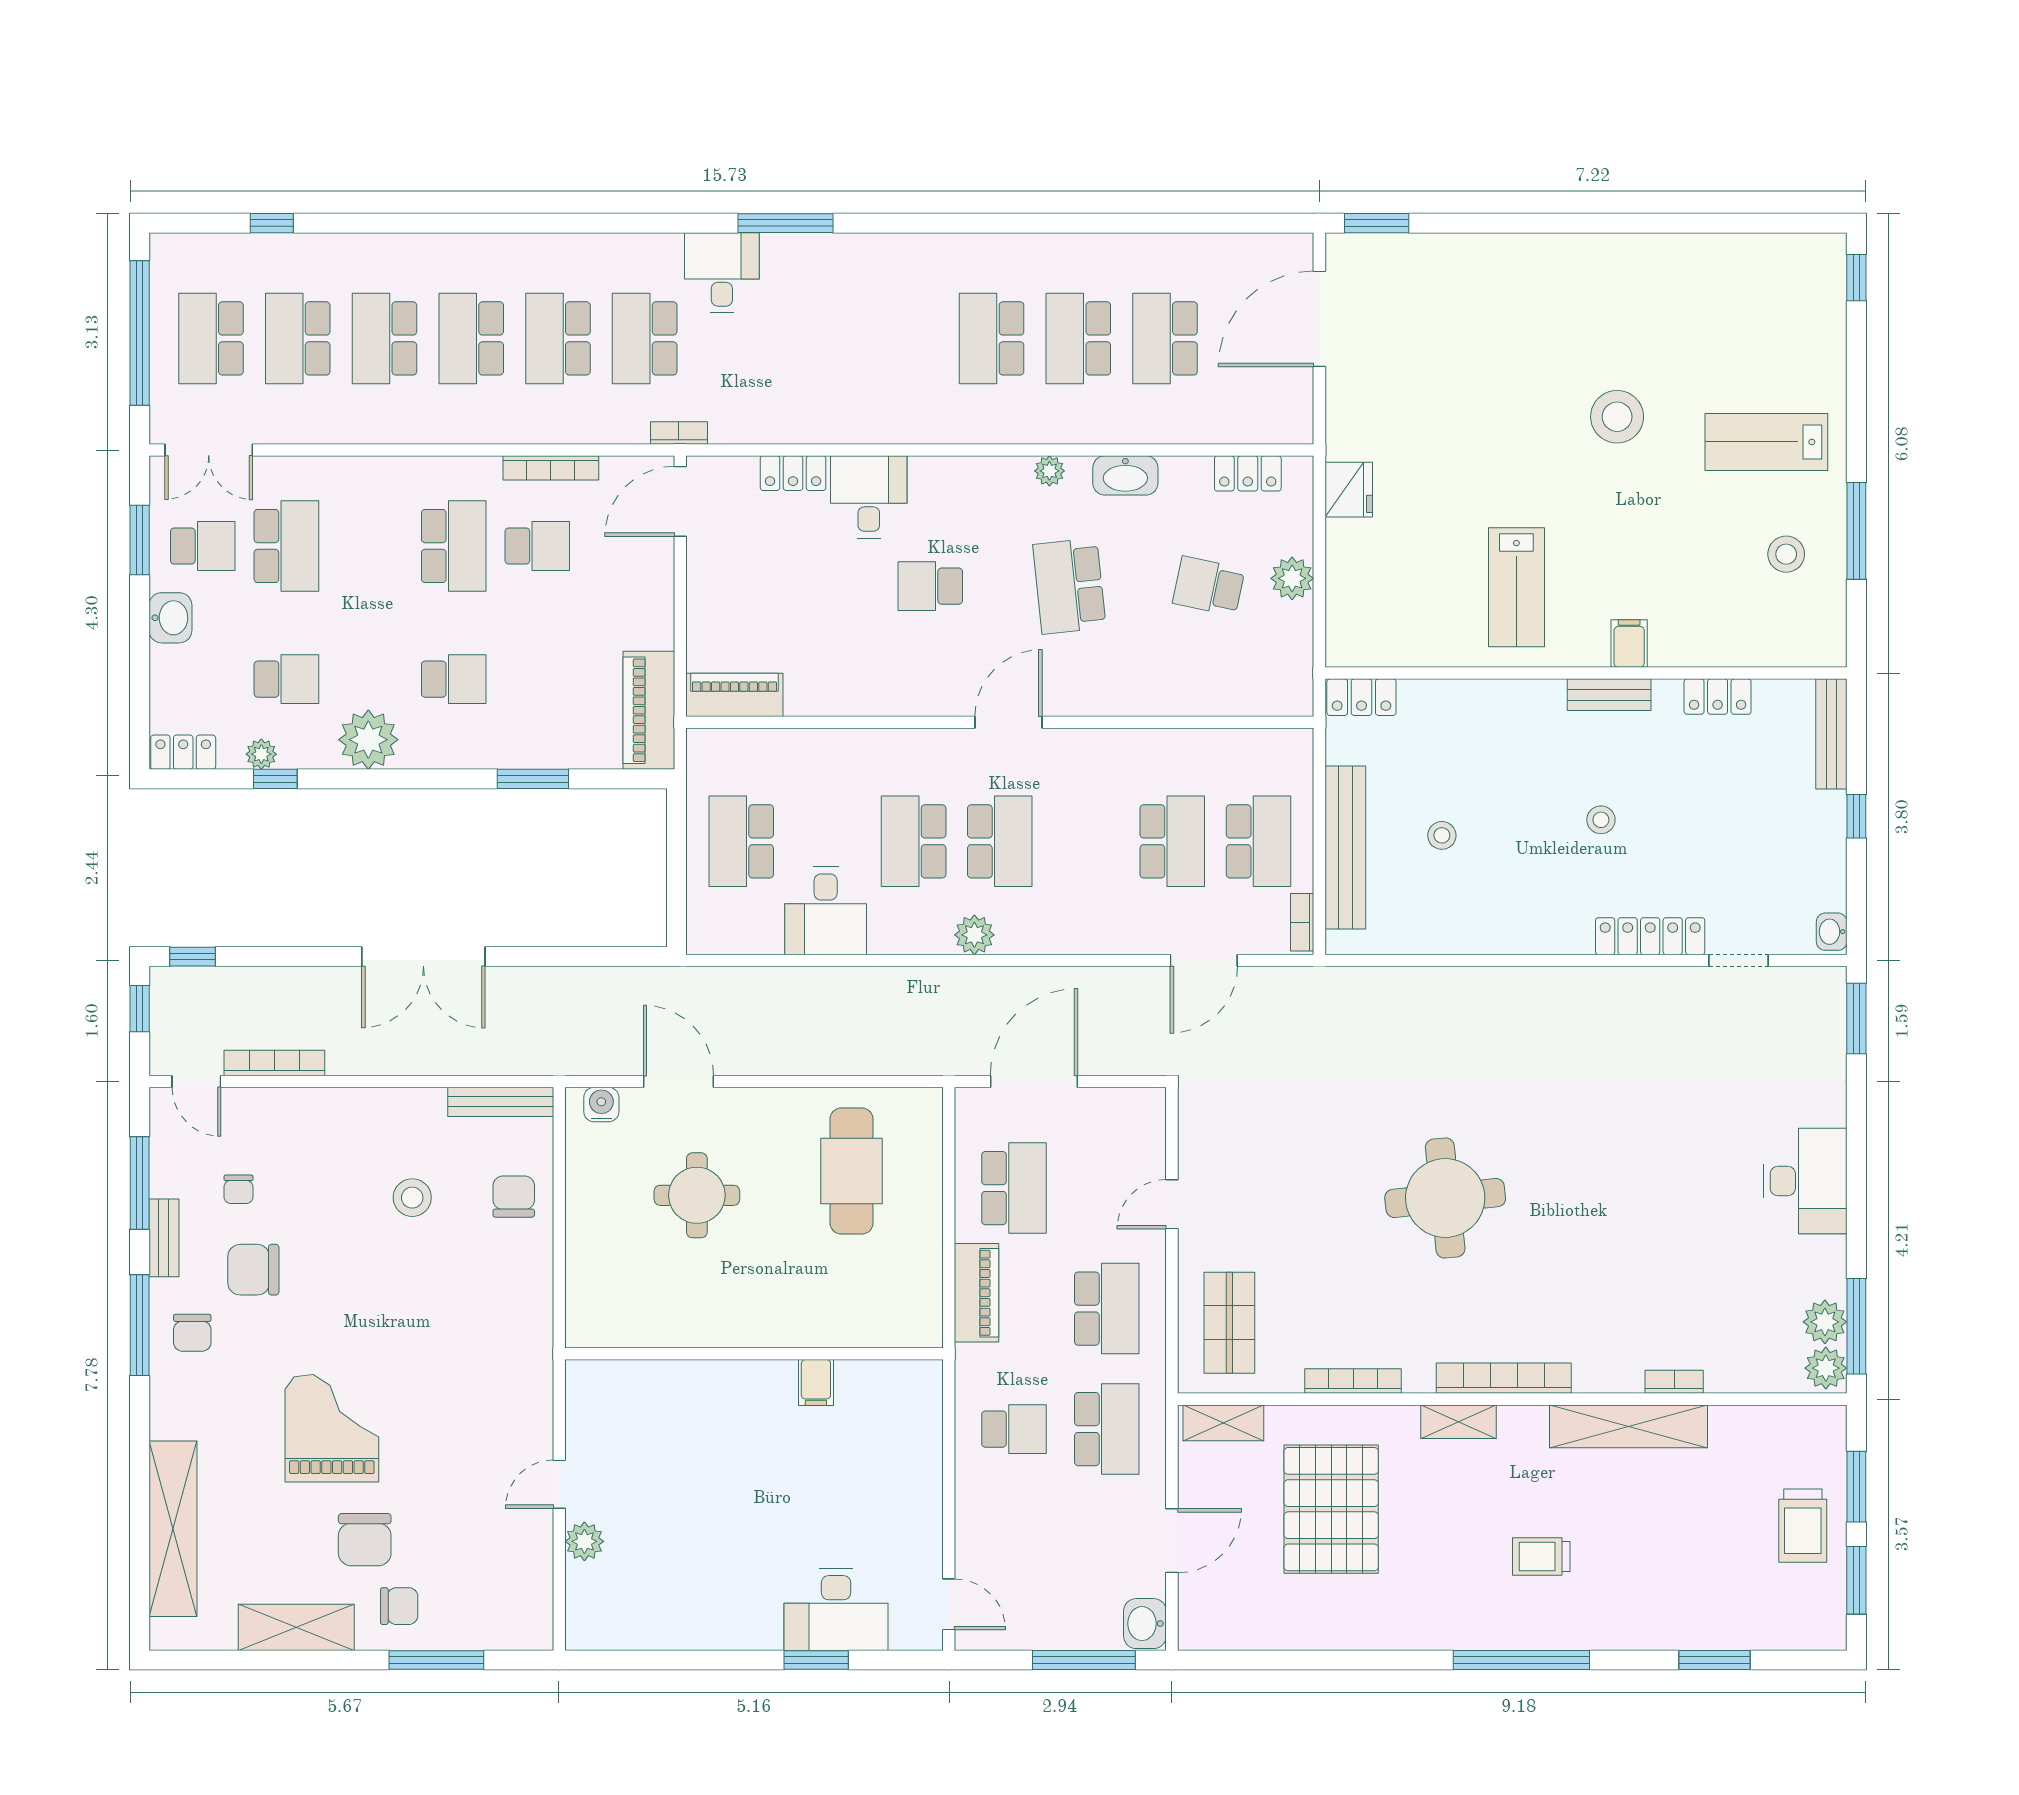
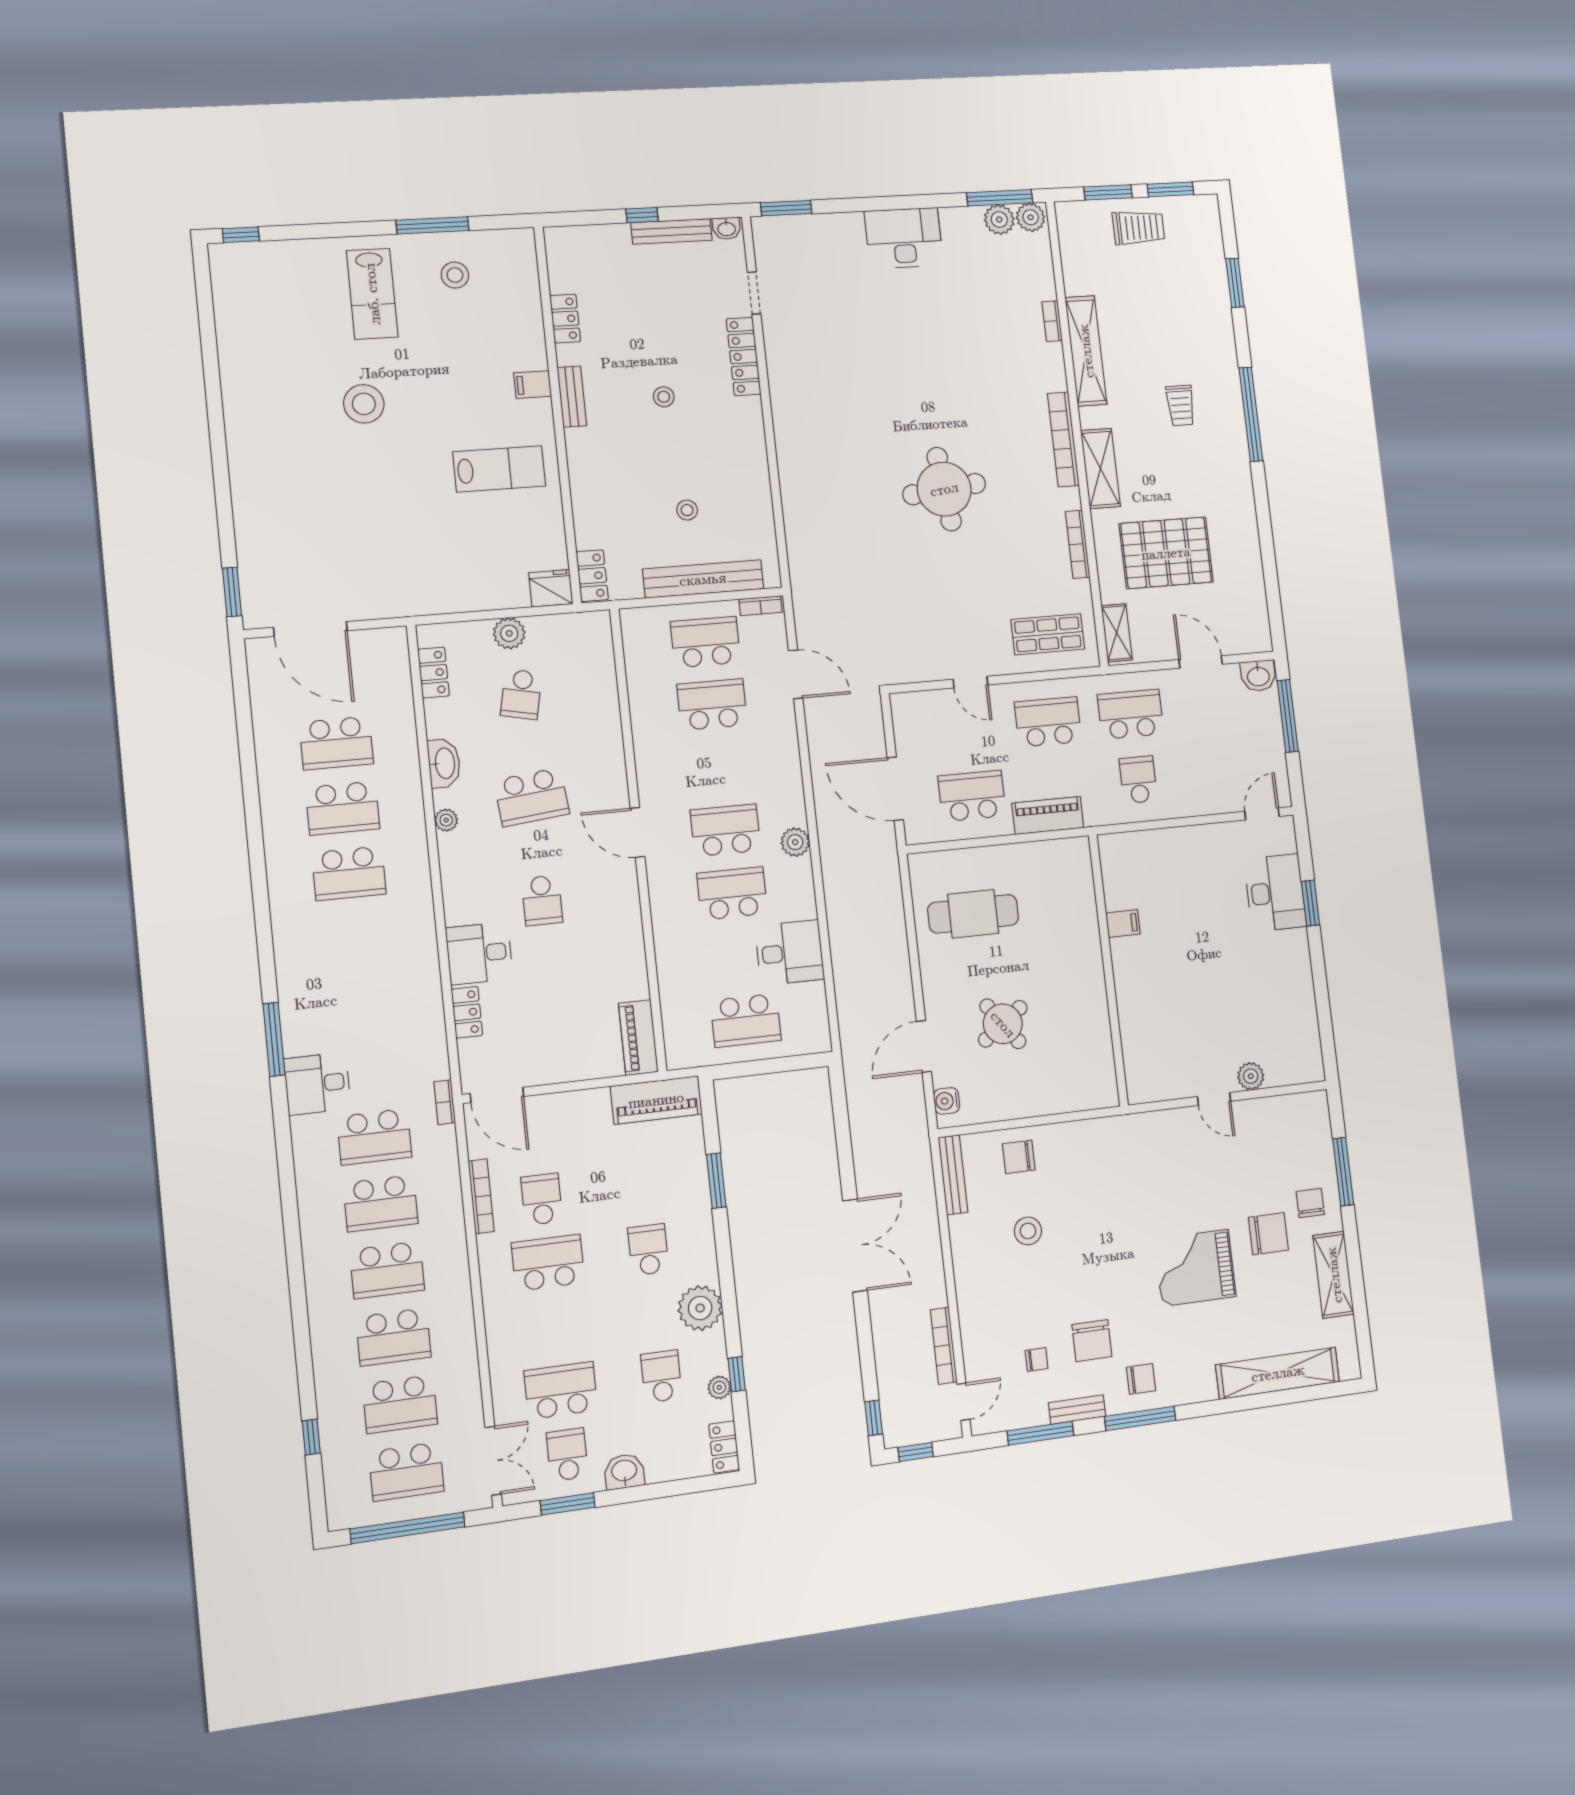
fridge: (1349, 490) -> (551, 588), moved
bench: (1831, 734) -> (671, 231), moved
school desk: (914, 841) -> (732, 893), turned 180
round table: (697, 1195) -> (1003, 1024), turned -36
shelving: (1459, 1422) -> (1100, 469), width x1.50, depth x1.33

